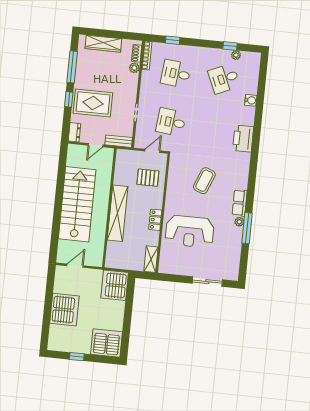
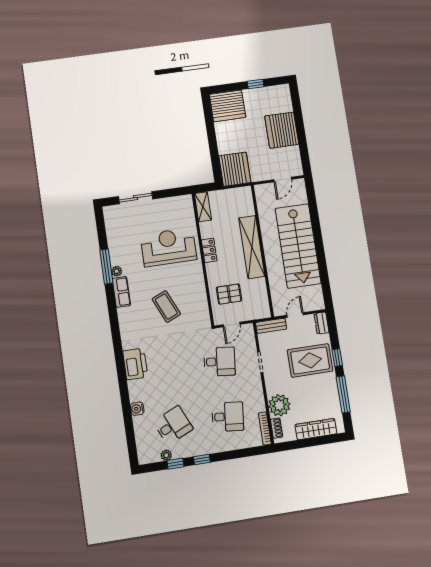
window: (173, 40) -> (202, 459), moved
plant: (134, 68) -> (279, 405), width x1.88, depth x1.88
coffee table: (204, 181) -> (166, 306), turned -46

